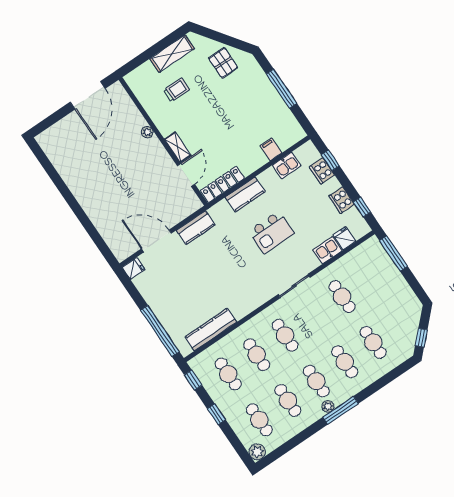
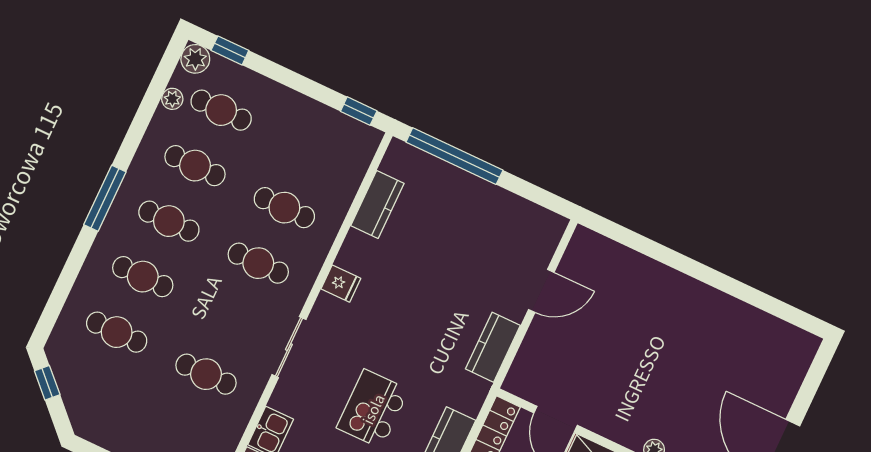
door: (156, 241) -> (541, 291), width x0.73
fridge: (134, 268) -> (341, 284), moved, turned -90
kitchen counter: (211, 330) -> (377, 204), width x0.67
cafe table: (228, 374) -> (310, 152), removed
plant: (328, 406) -> (172, 99), moved
window: (216, 414) -> (230, 50), moved

